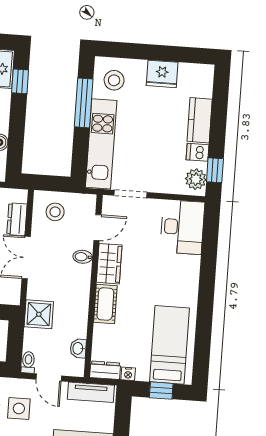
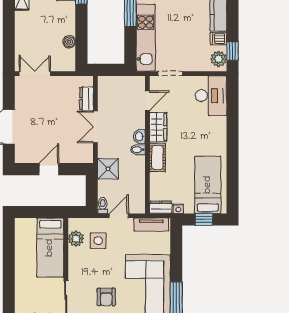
stool: (55, 212) -> (115, 91), removed
bidet: (83, 257) -> (138, 150), moved
washbasin: (78, 348) -> (139, 136), moved
door: (49, 378) -> (119, 216), swing flipped

